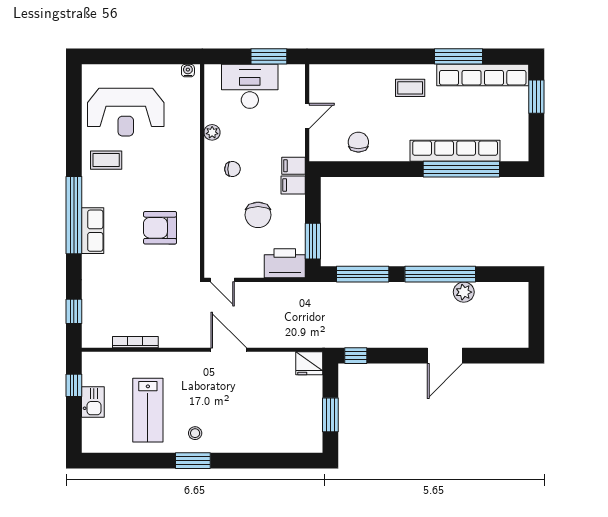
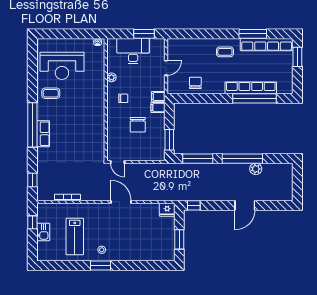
armchair: (160, 228) -> (82, 132), removed
printer: (285, 263) -> (153, 152), removed

